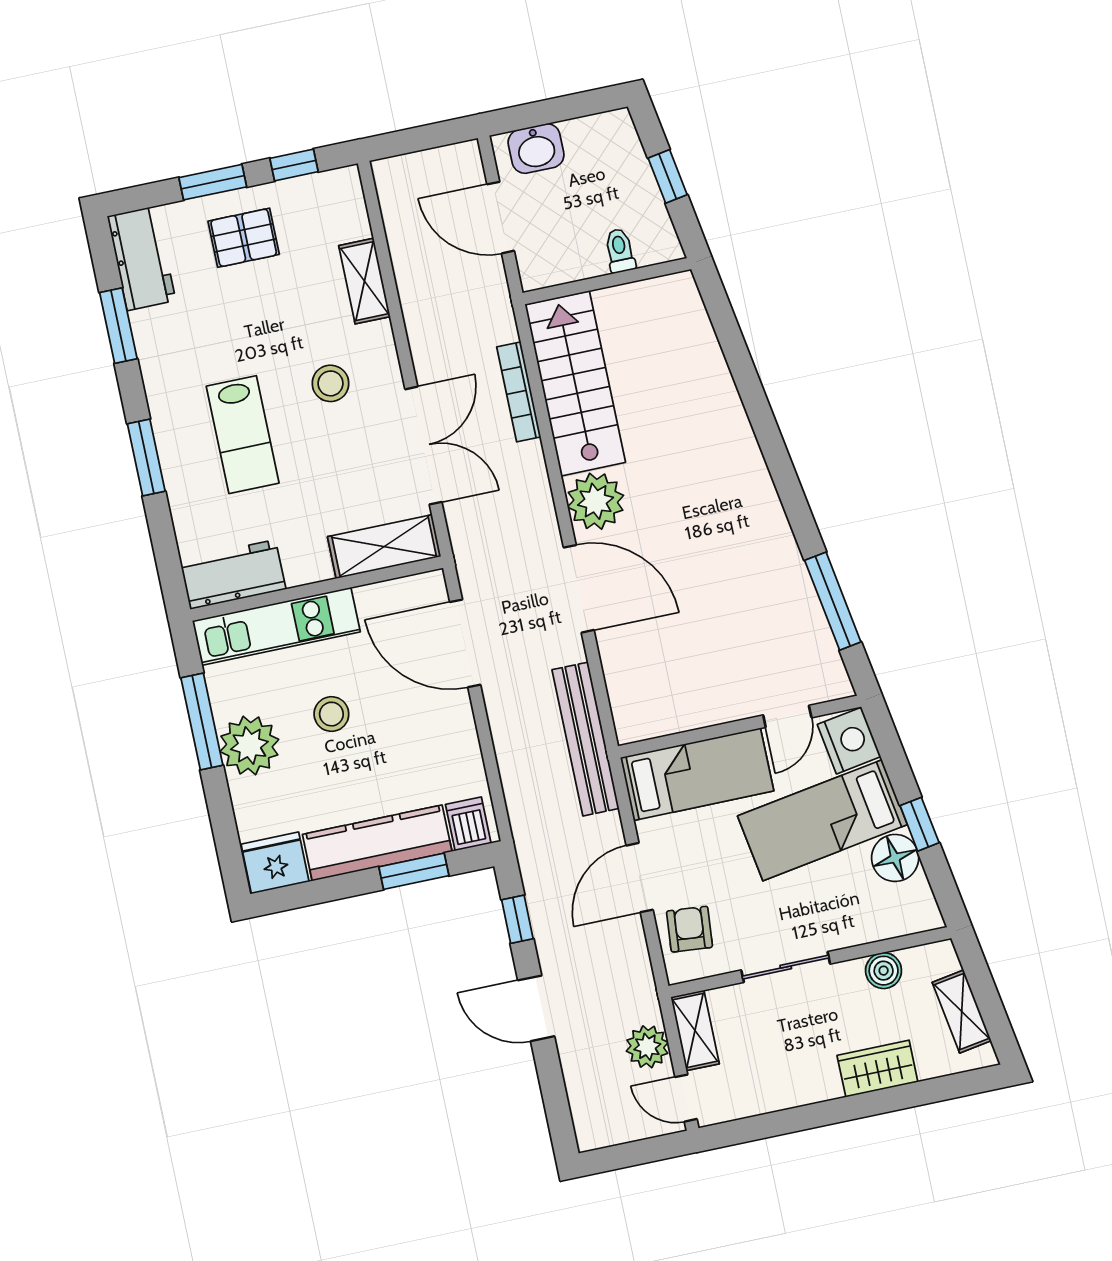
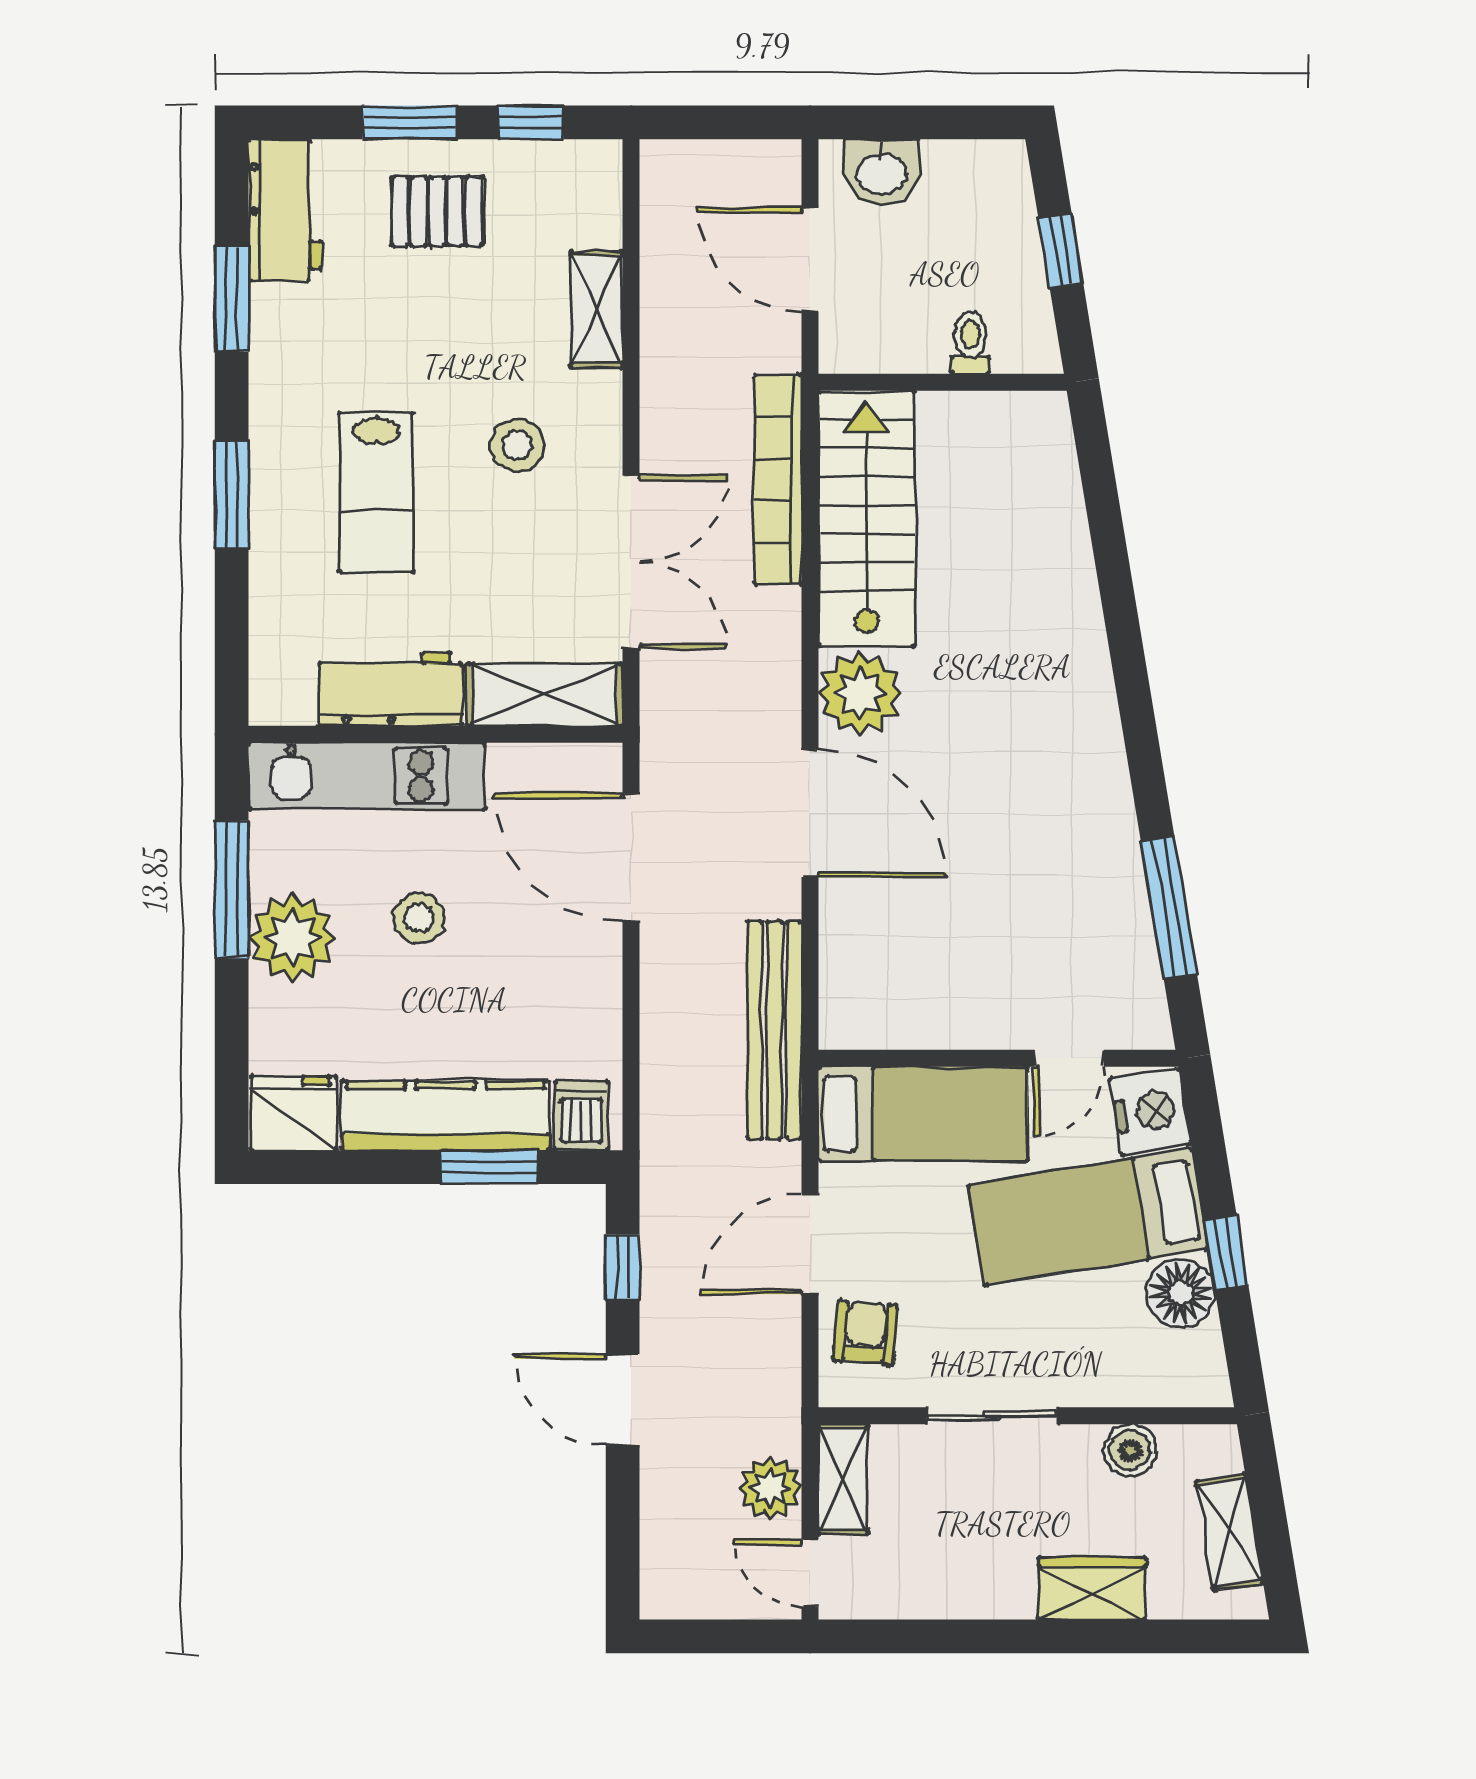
bookcase: (519, 392) -> (778, 480), width x1.48, depth x1.31
workbench: (233, 575) -> (390, 689), moved

